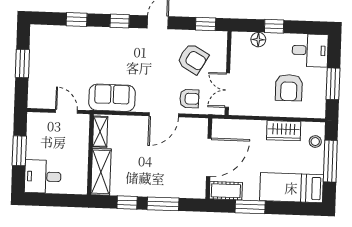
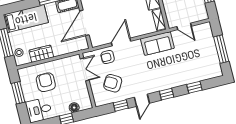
window: (206, 24) -> (121, 105), moved
window: (22, 63) -> (221, 49), width x1.44

